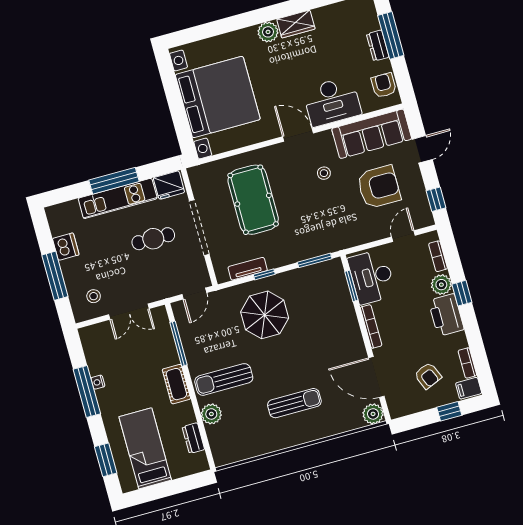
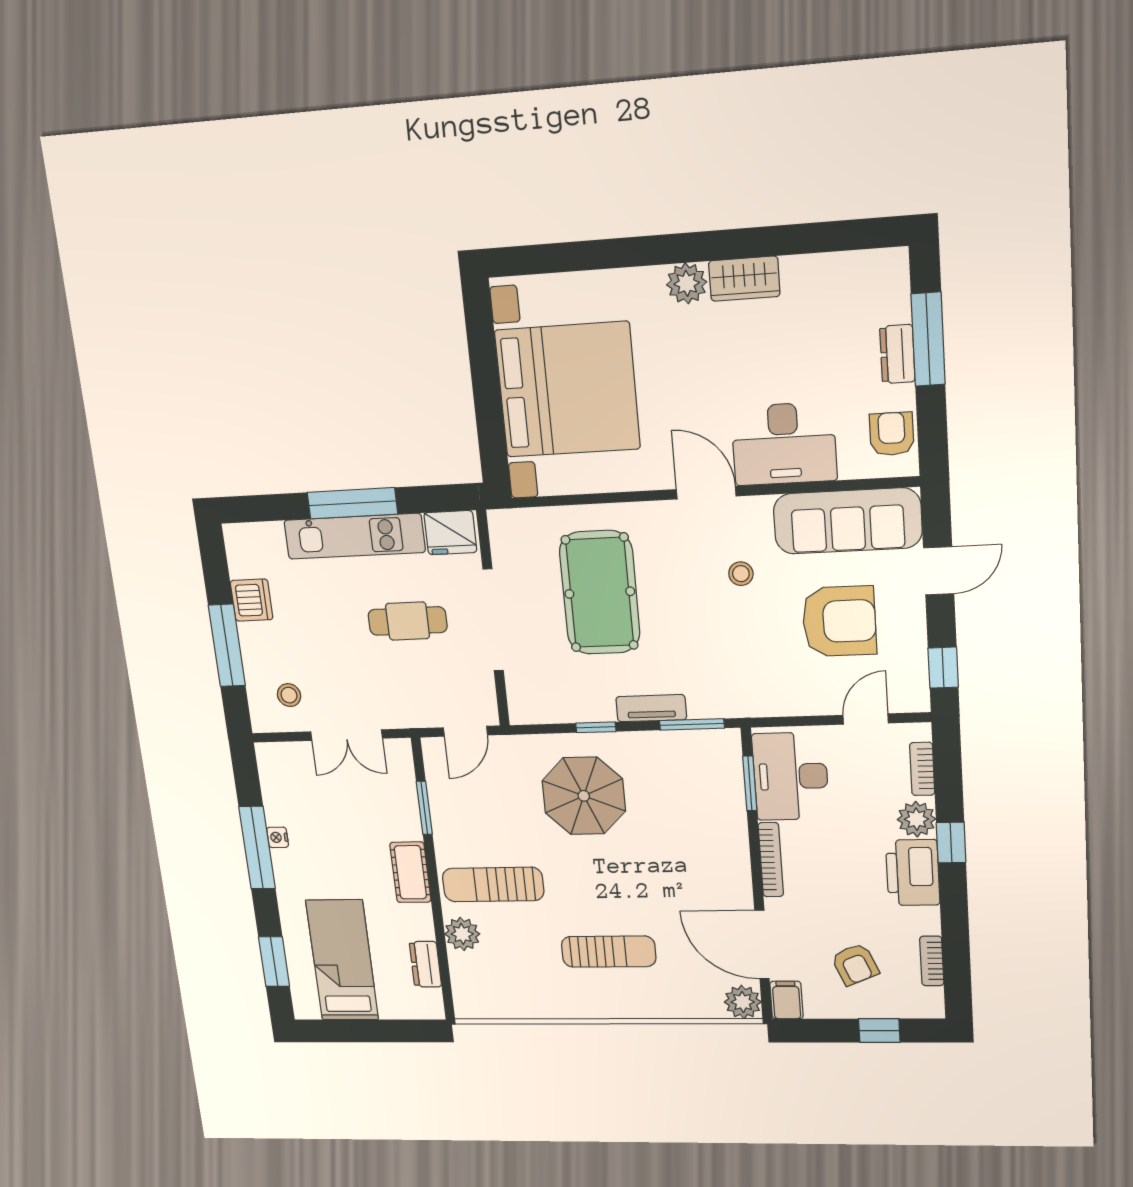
tv unit: (248, 269) -> (651, 708), moved
window: (178, 344) -> (424, 808), width x0.69
filing cabinet: (469, 388) -> (786, 1000), moved, turned 90

